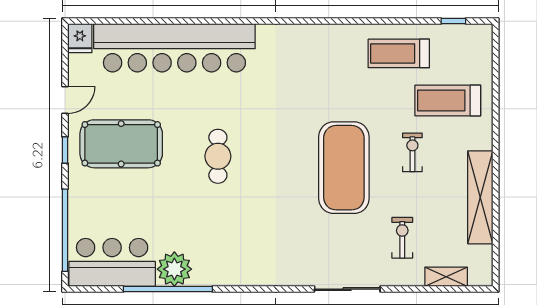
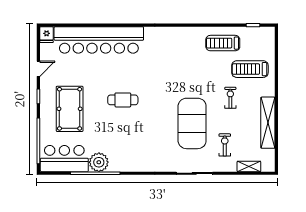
pool table: (121, 144) -> (70, 109), moved, turned 90
cafe table: (218, 156) -> (123, 100), turned 90
exercise mat: (344, 168) -> (192, 123), moved

